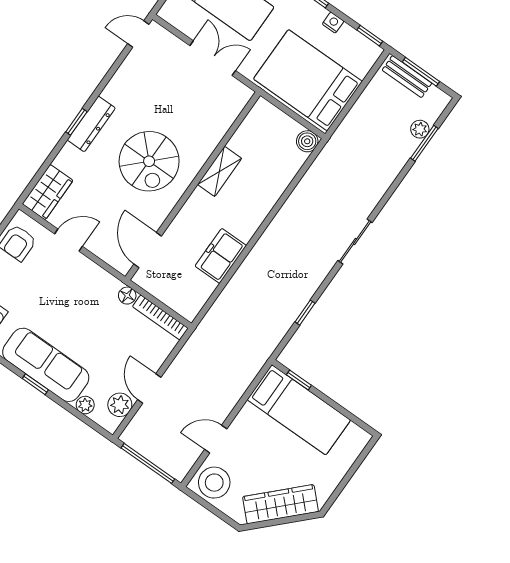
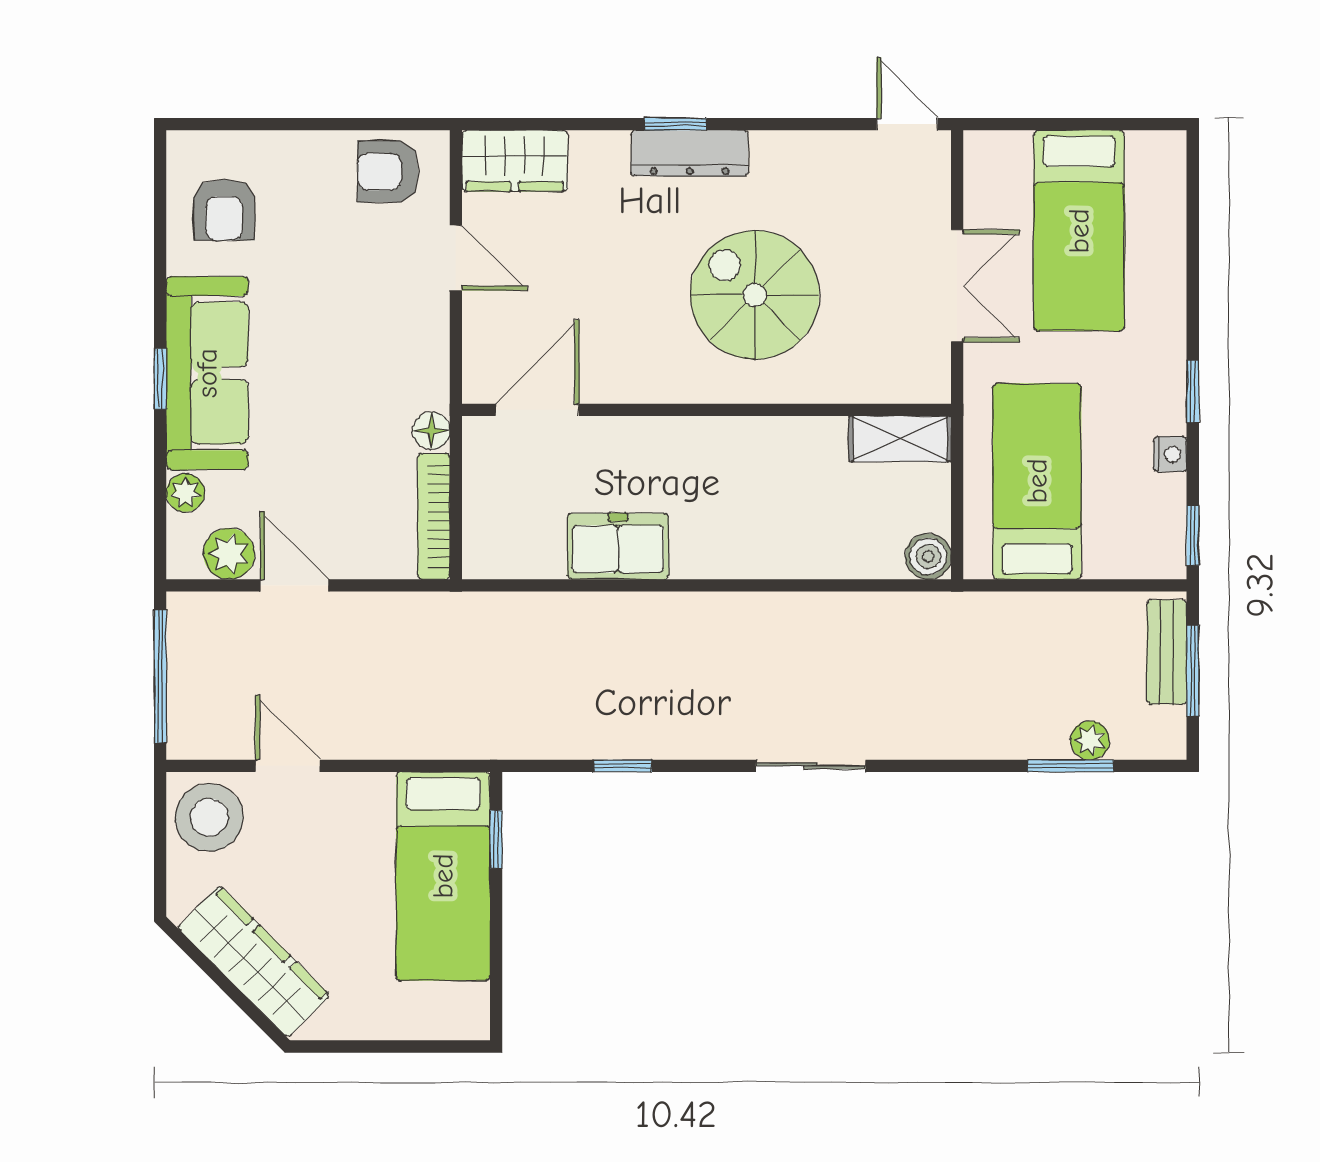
bed: (308, 80) -> (1037, 481), width x0.67
spiral stairs: (149, 161) -> (755, 295), moved, turned 90
shelving: (220, 171) -> (900, 439), moved
door: (149, 389) -> (294, 585), hinge flipped

